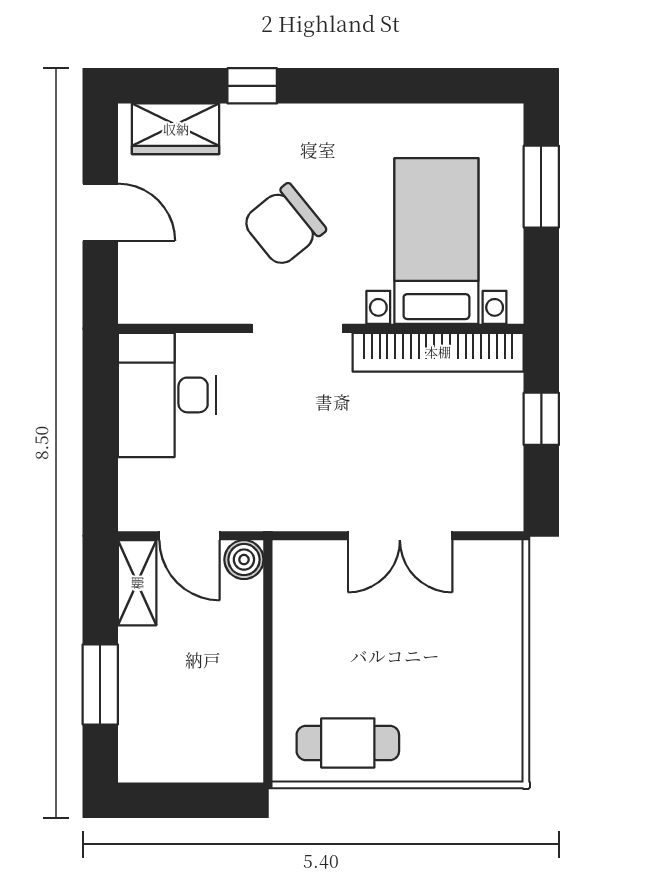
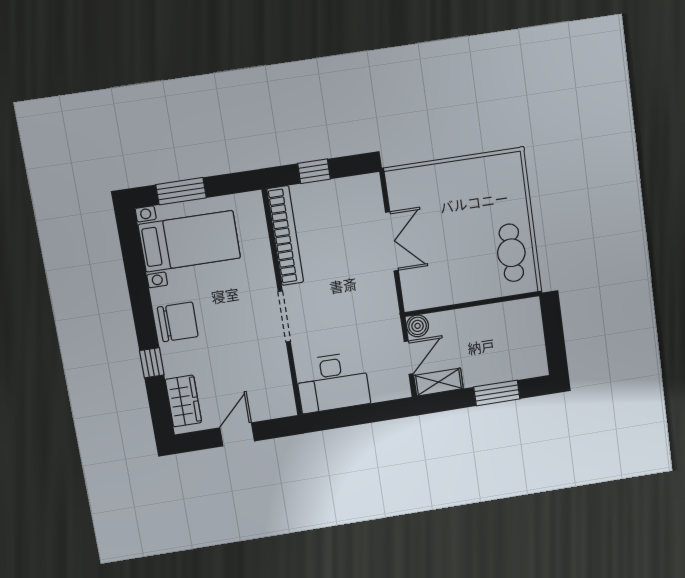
chair: (284, 225) -> (178, 322), moved, turned -51
bed with nightstands: (436, 241) -> (189, 241), moved, turned 180

